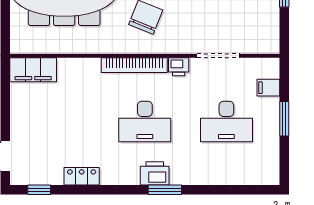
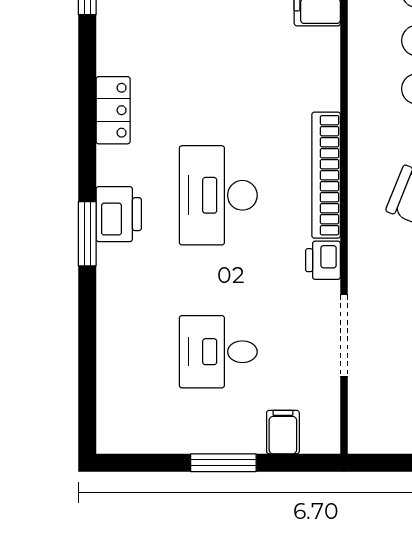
desk: (226, 121) -> (218, 352), width x0.73
locker: (82, 176) -> (113, 110), moved

